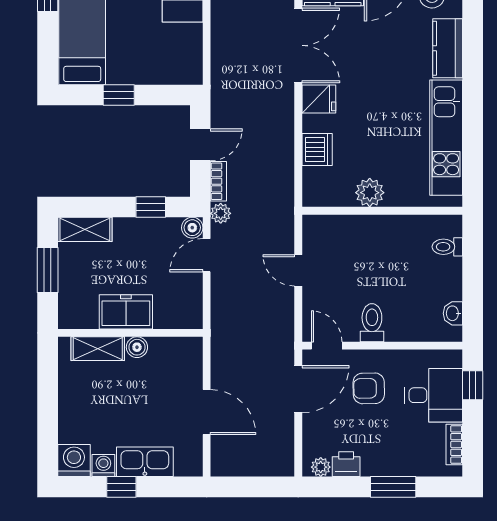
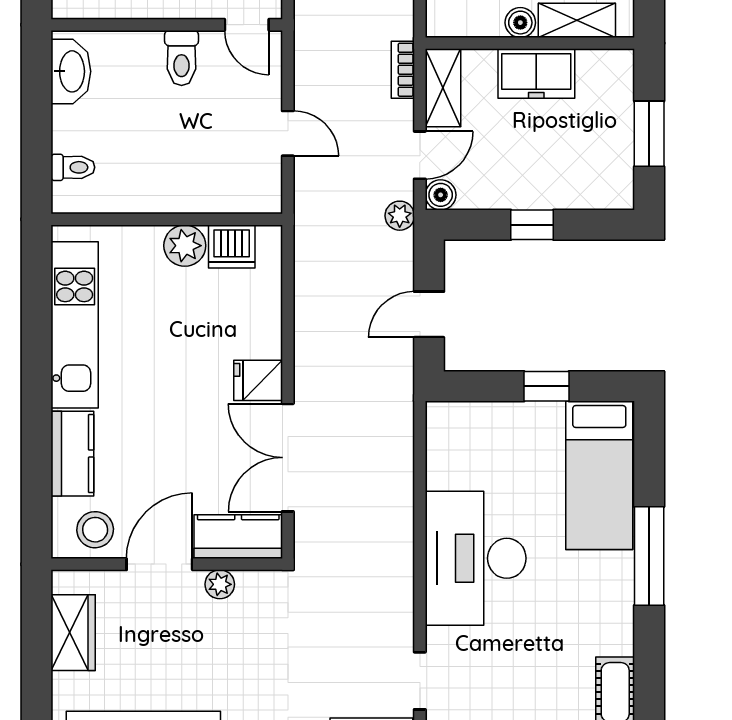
dishwasher: (317, 150) -> (232, 246), moved, turned -90
bookcase: (218, 181) -> (403, 70), moved
window: (151, 207) -> (532, 225), moved
shelving: (85, 229) -> (443, 88), moved, turned 90
washbasin: (453, 313) -> (71, 71), width x1.91, depth x1.45

